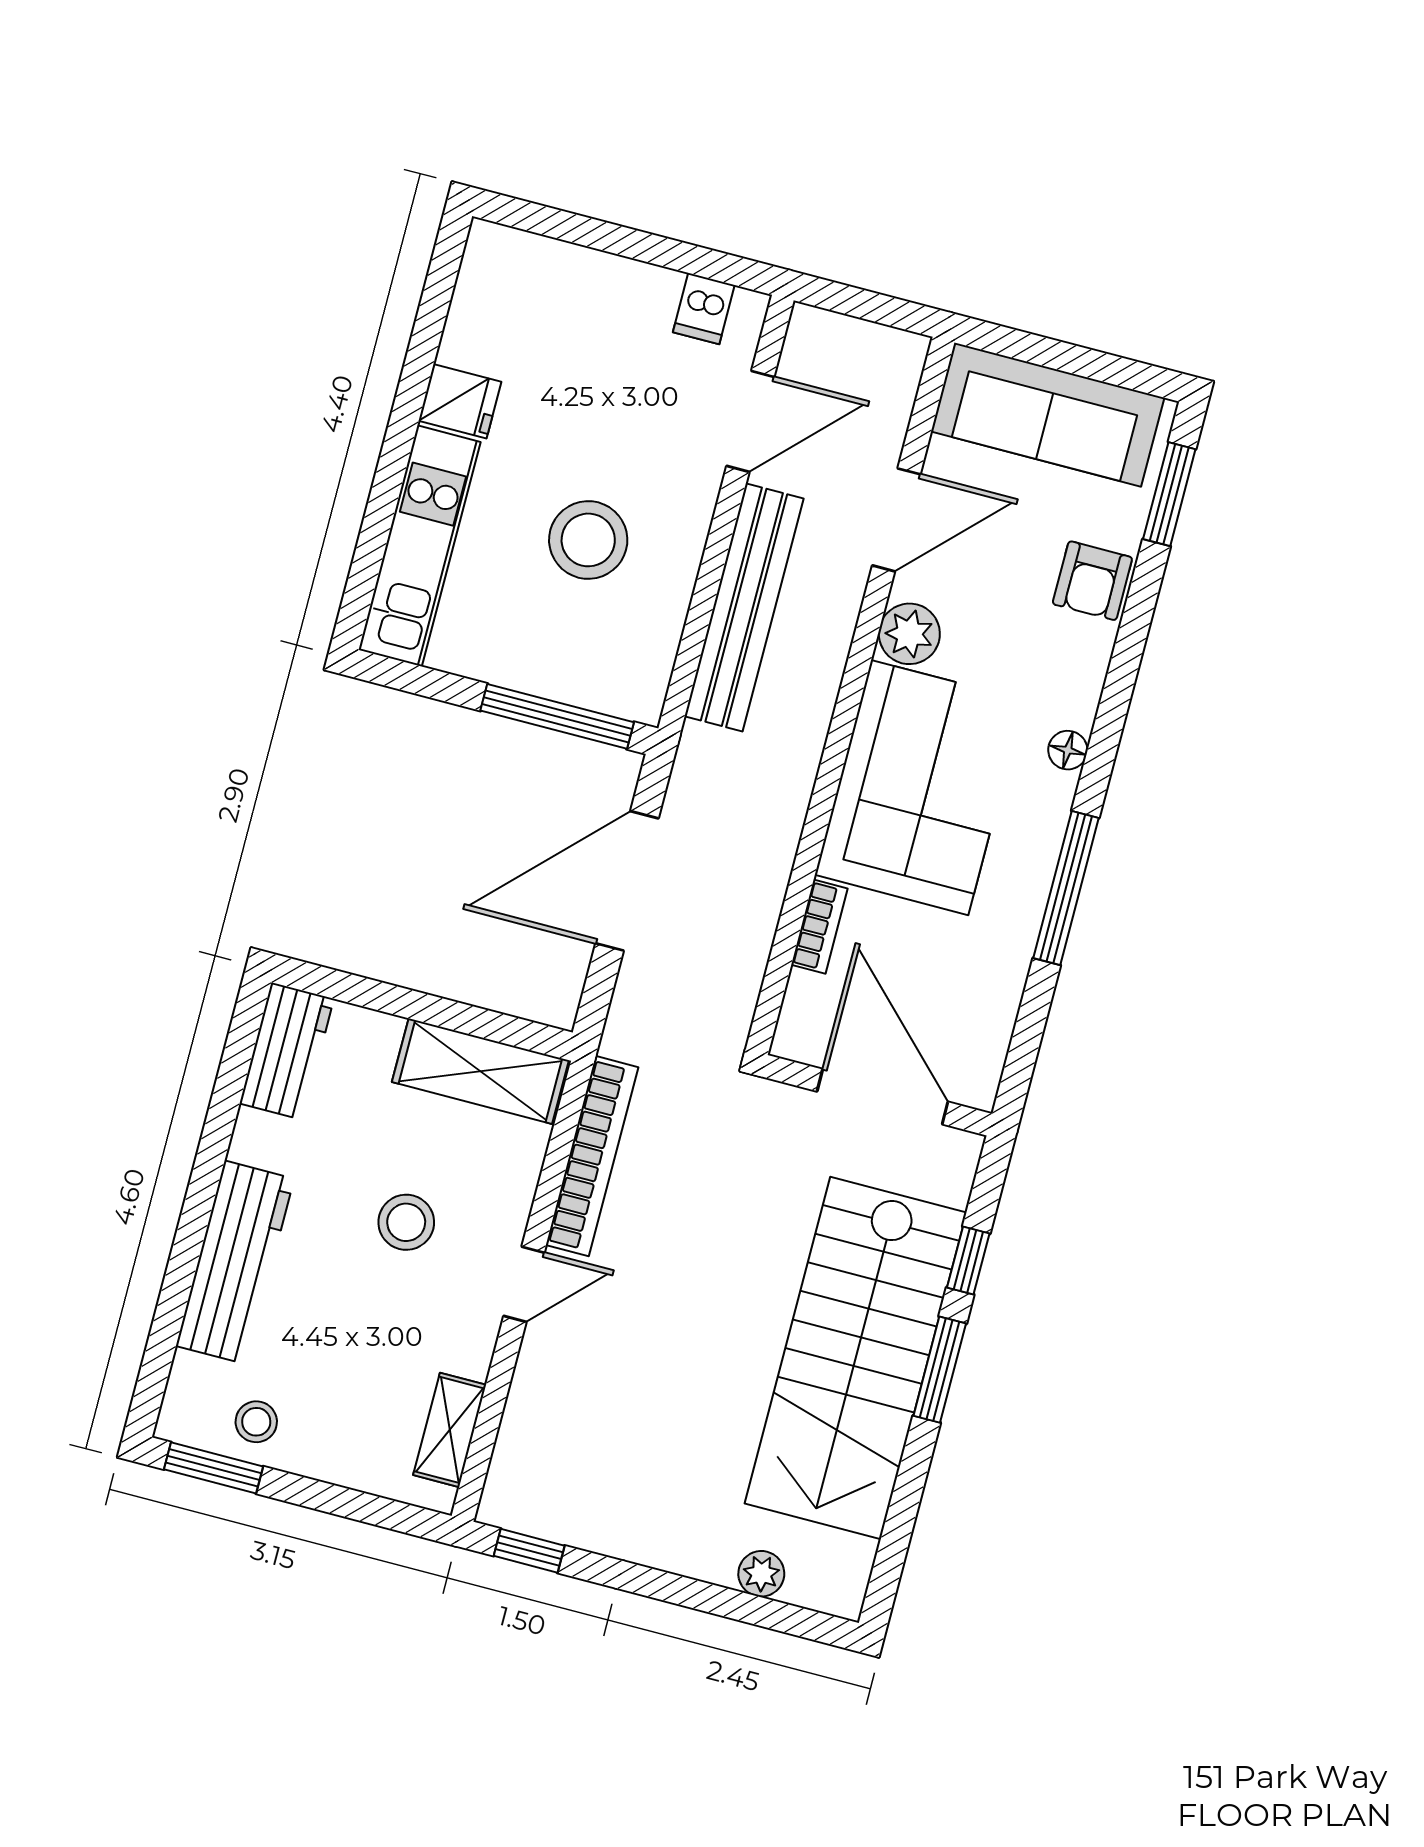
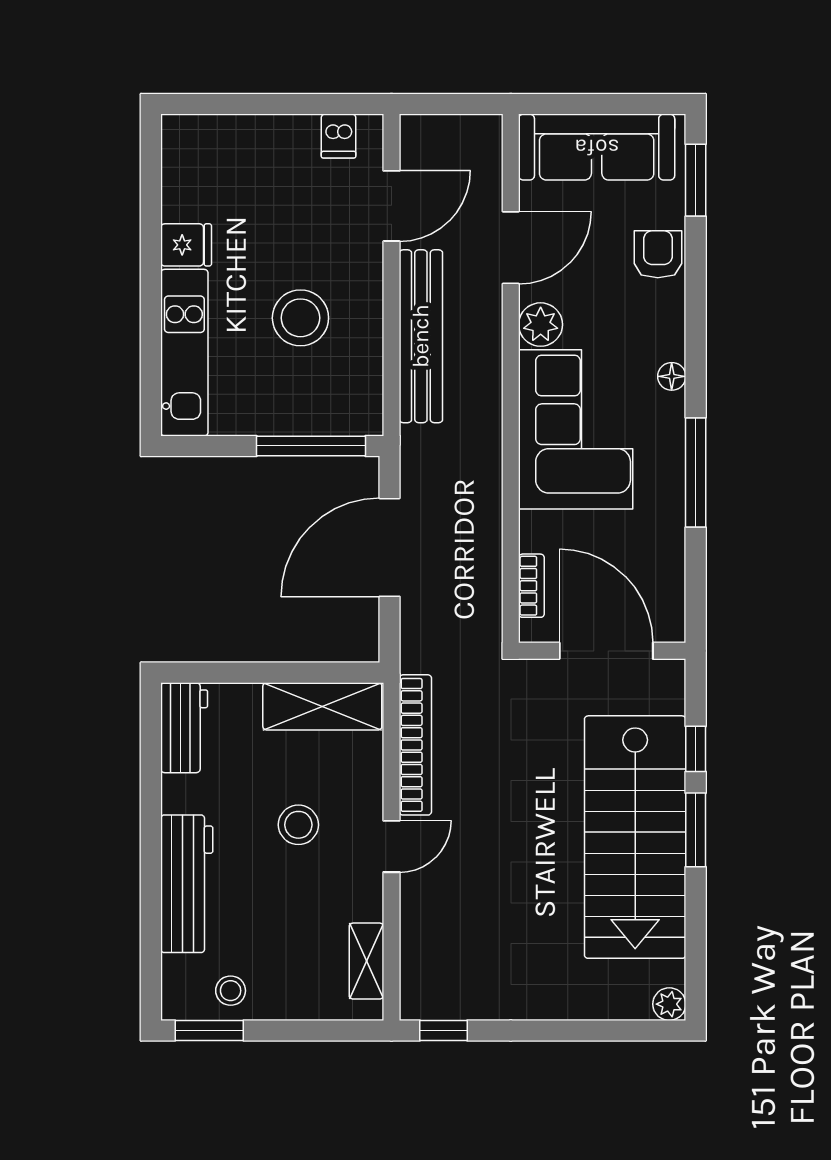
armchair: (1092, 581) -> (658, 254), turned 180
bookcase: (819, 927) -> (531, 586), moved
plant: (761, 1574) -> (669, 1004), moved

